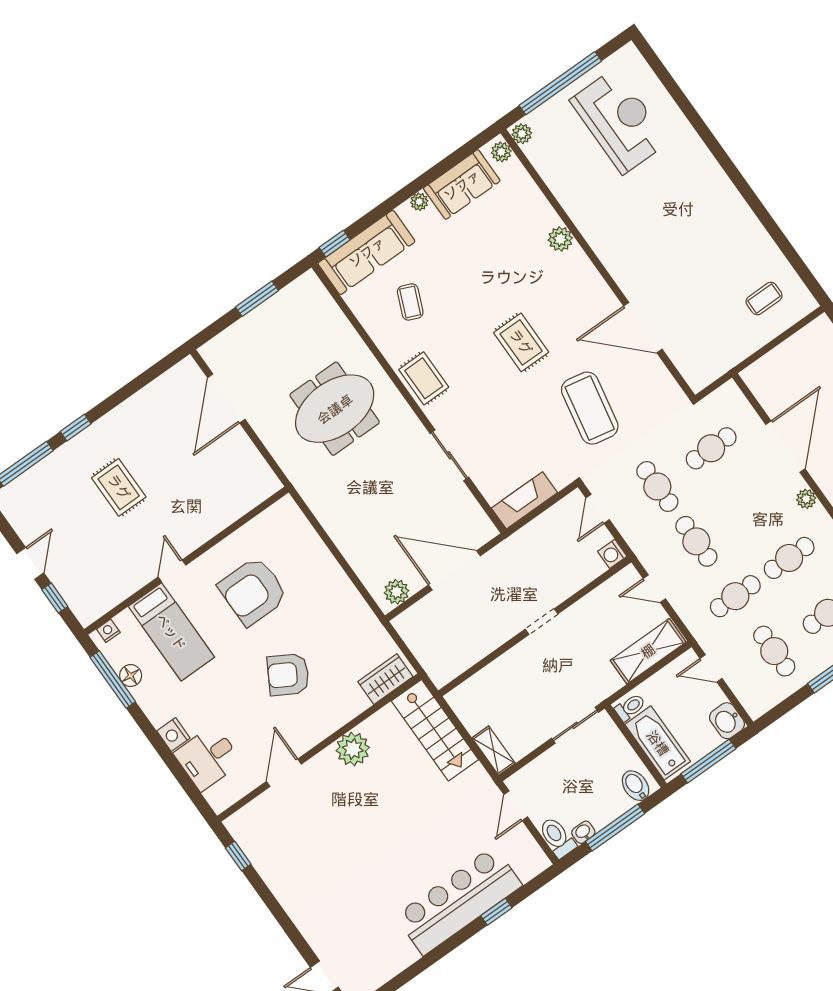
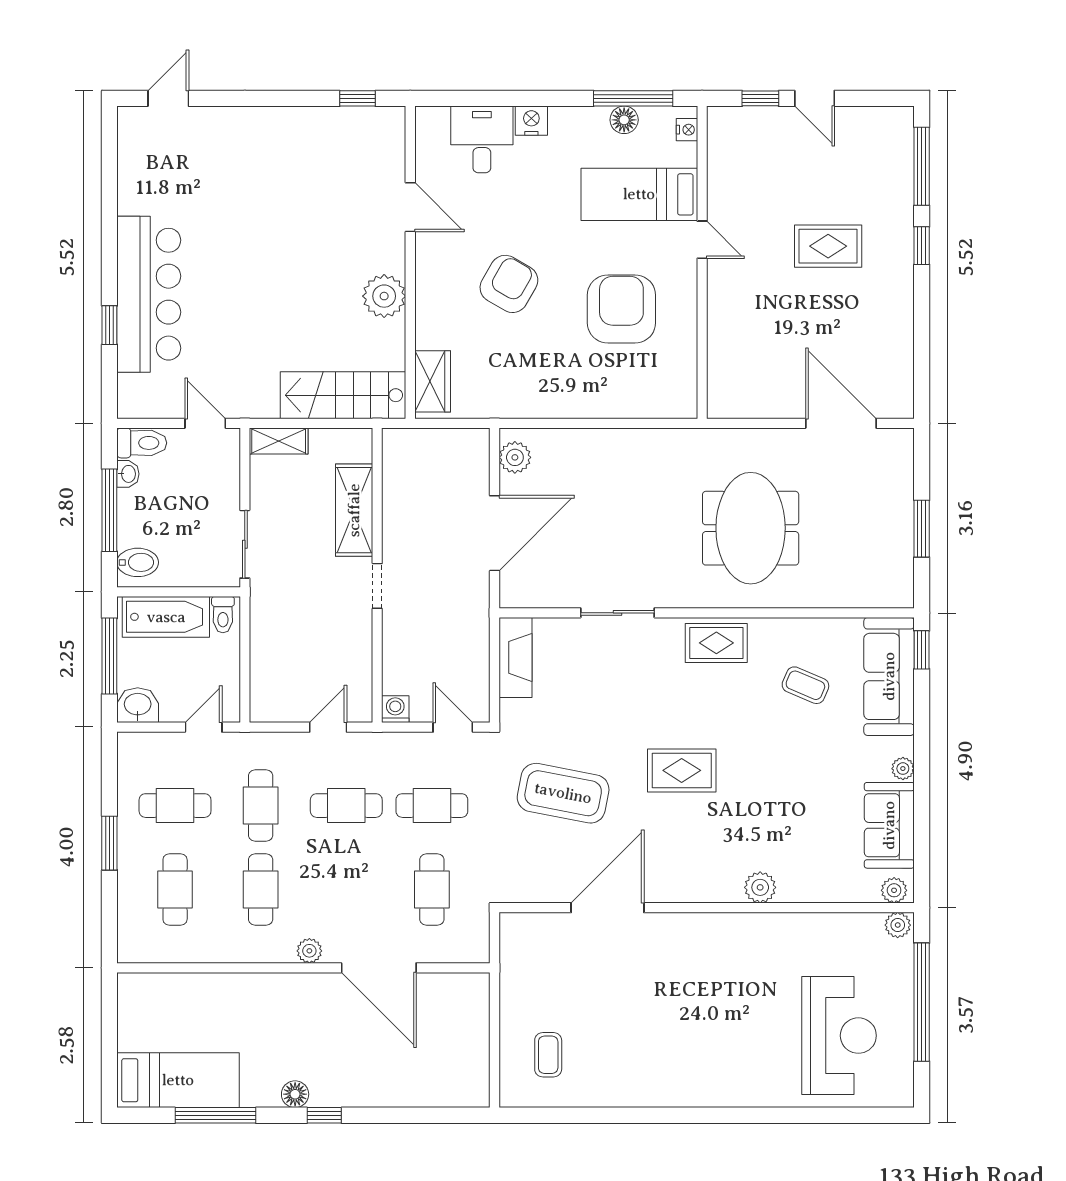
reception desk: (619, 121) -> (839, 1036), turned -90
shelving: (648, 651) -> (354, 510), moved

